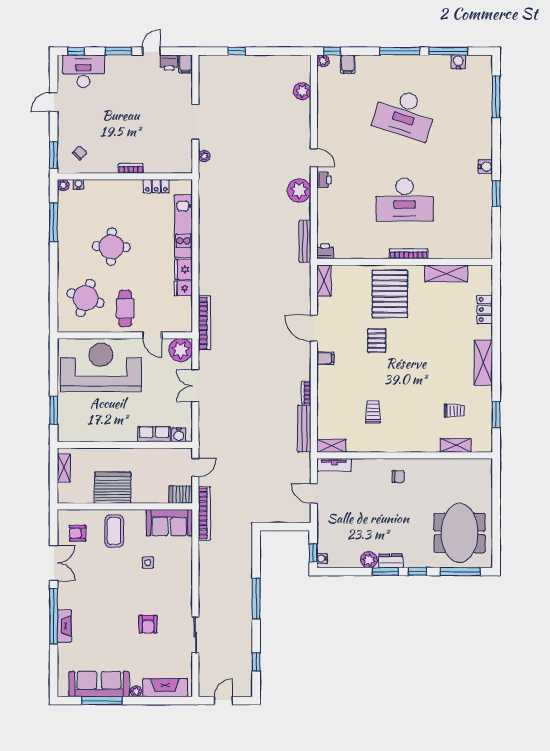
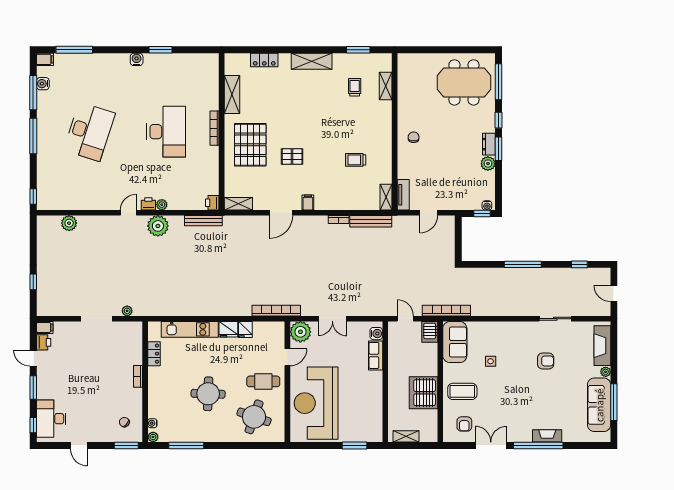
plant: (323, 61) -> (162, 205), moved
filing cabinet: (348, 64) -> (45, 59), moved
pallet: (390, 294) -> (250, 145), turned 90

